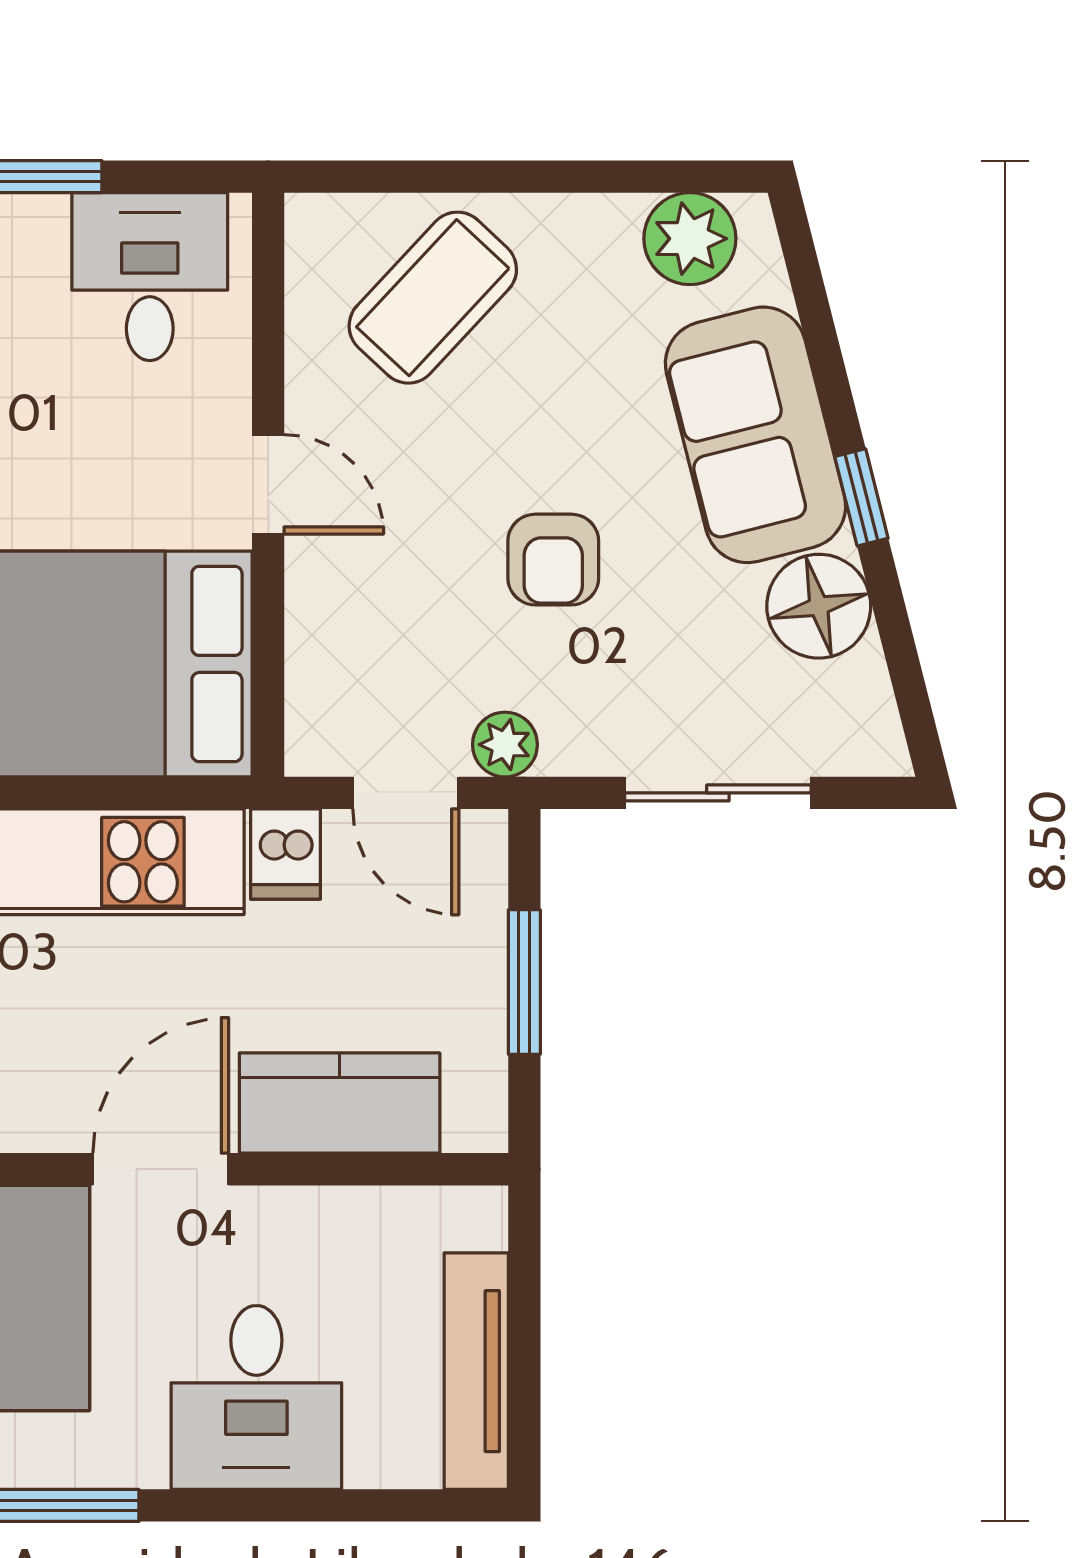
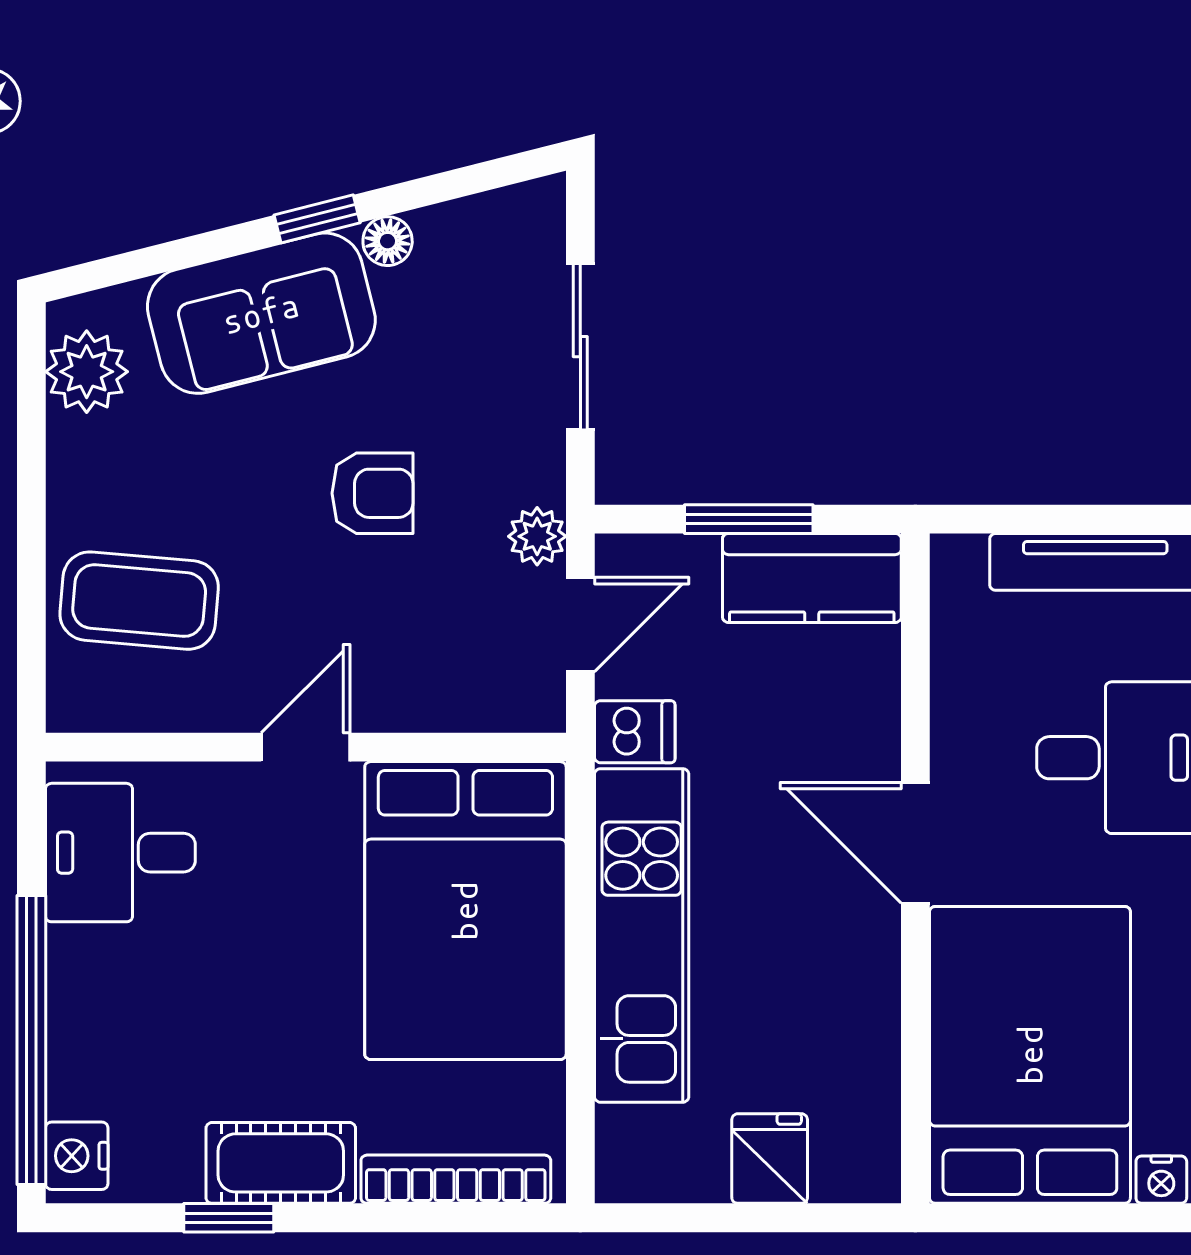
coffee table: (433, 298) -> (139, 601), turned -38
floor lamp: (819, 606) -> (388, 241), width x0.53, depth x0.53
kitchen counter: (340, 1103) -> (812, 578), moved, turned -90

